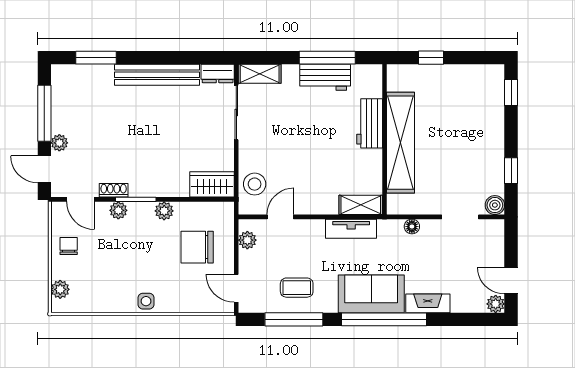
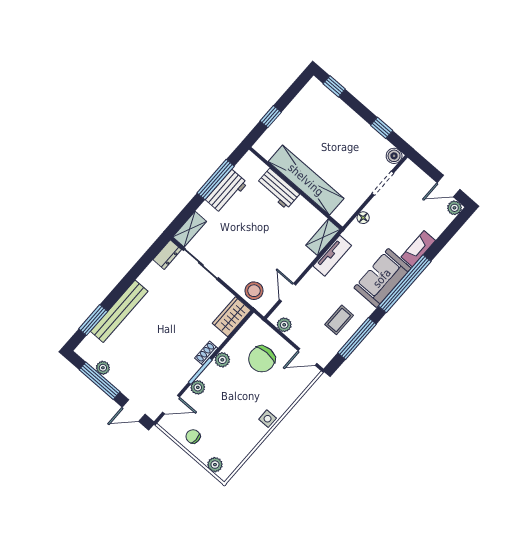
bench: (157, 75) -> (119, 311), moved
plant: (59, 143) -> (103, 368), moved
shoe rack: (114, 190) -> (206, 353), moved

